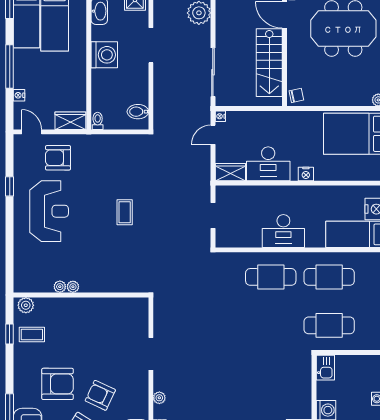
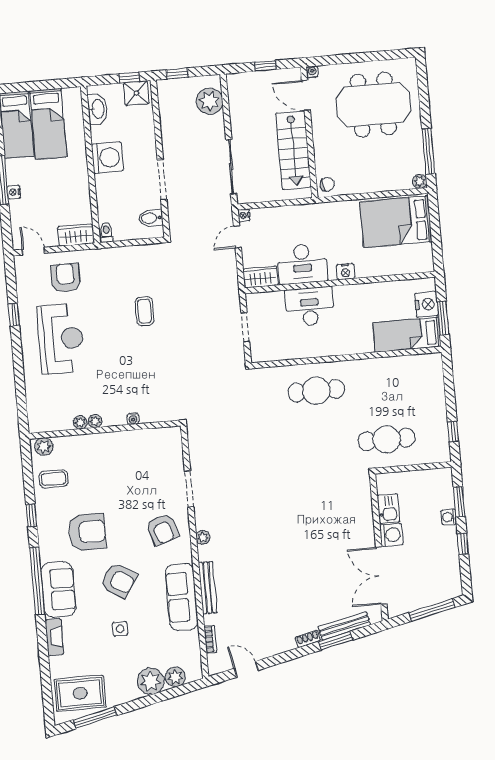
doorway: (151, 45) -> (162, 179), moved
nightstand: (19, 95) -> (14, 192), moved
armchair: (58, 158) -> (66, 278), turned 90
coffee table: (125, 212) -> (145, 311), moved
desk: (283, 231) -> (310, 307), moved, turned 180
cafe table: (329, 277) -> (382, 385), removed
water cooler: (107, 287) -> (133, 419), added
window: (10, 334) -> (31, 515), moved
kitchen sink: (325, 368) -> (388, 509), moved
armchair: (100, 395) -> (162, 529), moved, turned -133

